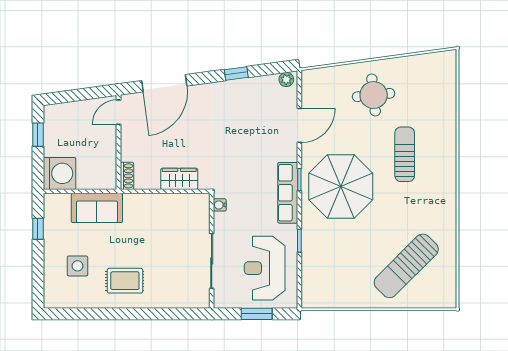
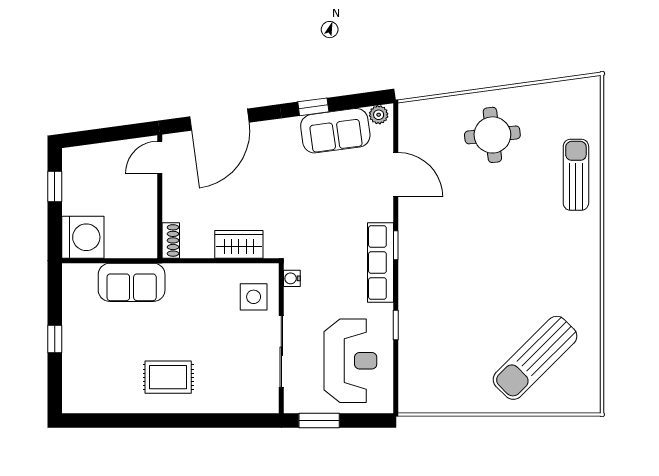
sofa: (253, 92) -> (335, 131), added
door: (299, 125) -> (396, 175), hinge flipped
sun lounger: (405, 154) -> (576, 175), moved
parasol: (341, 186) -> (450, 254), removed
window: (38, 229) -> (55, 339), moved
side table: (78, 266) -> (254, 297), moved
reception desk: (265, 268) -> (350, 361), turned 180
window: (257, 314) -> (319, 420), moved

